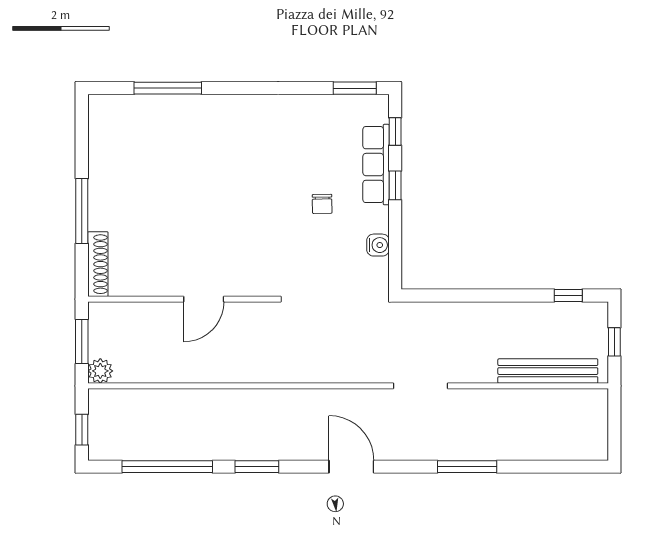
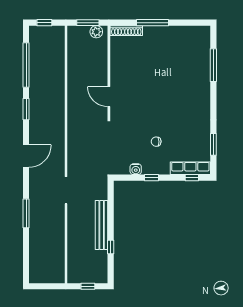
window: (355, 88) -> (213, 144), moved
row of seats: (376, 165) -> (190, 168), moved
window: (395, 185) -> (151, 178), moved
window: (568, 296) -> (111, 247), moved
door: (204, 299) -> (109, 97), moved
plant: (100, 371) -> (96, 32), moved
bench: (548, 371) -> (102, 225), moved

